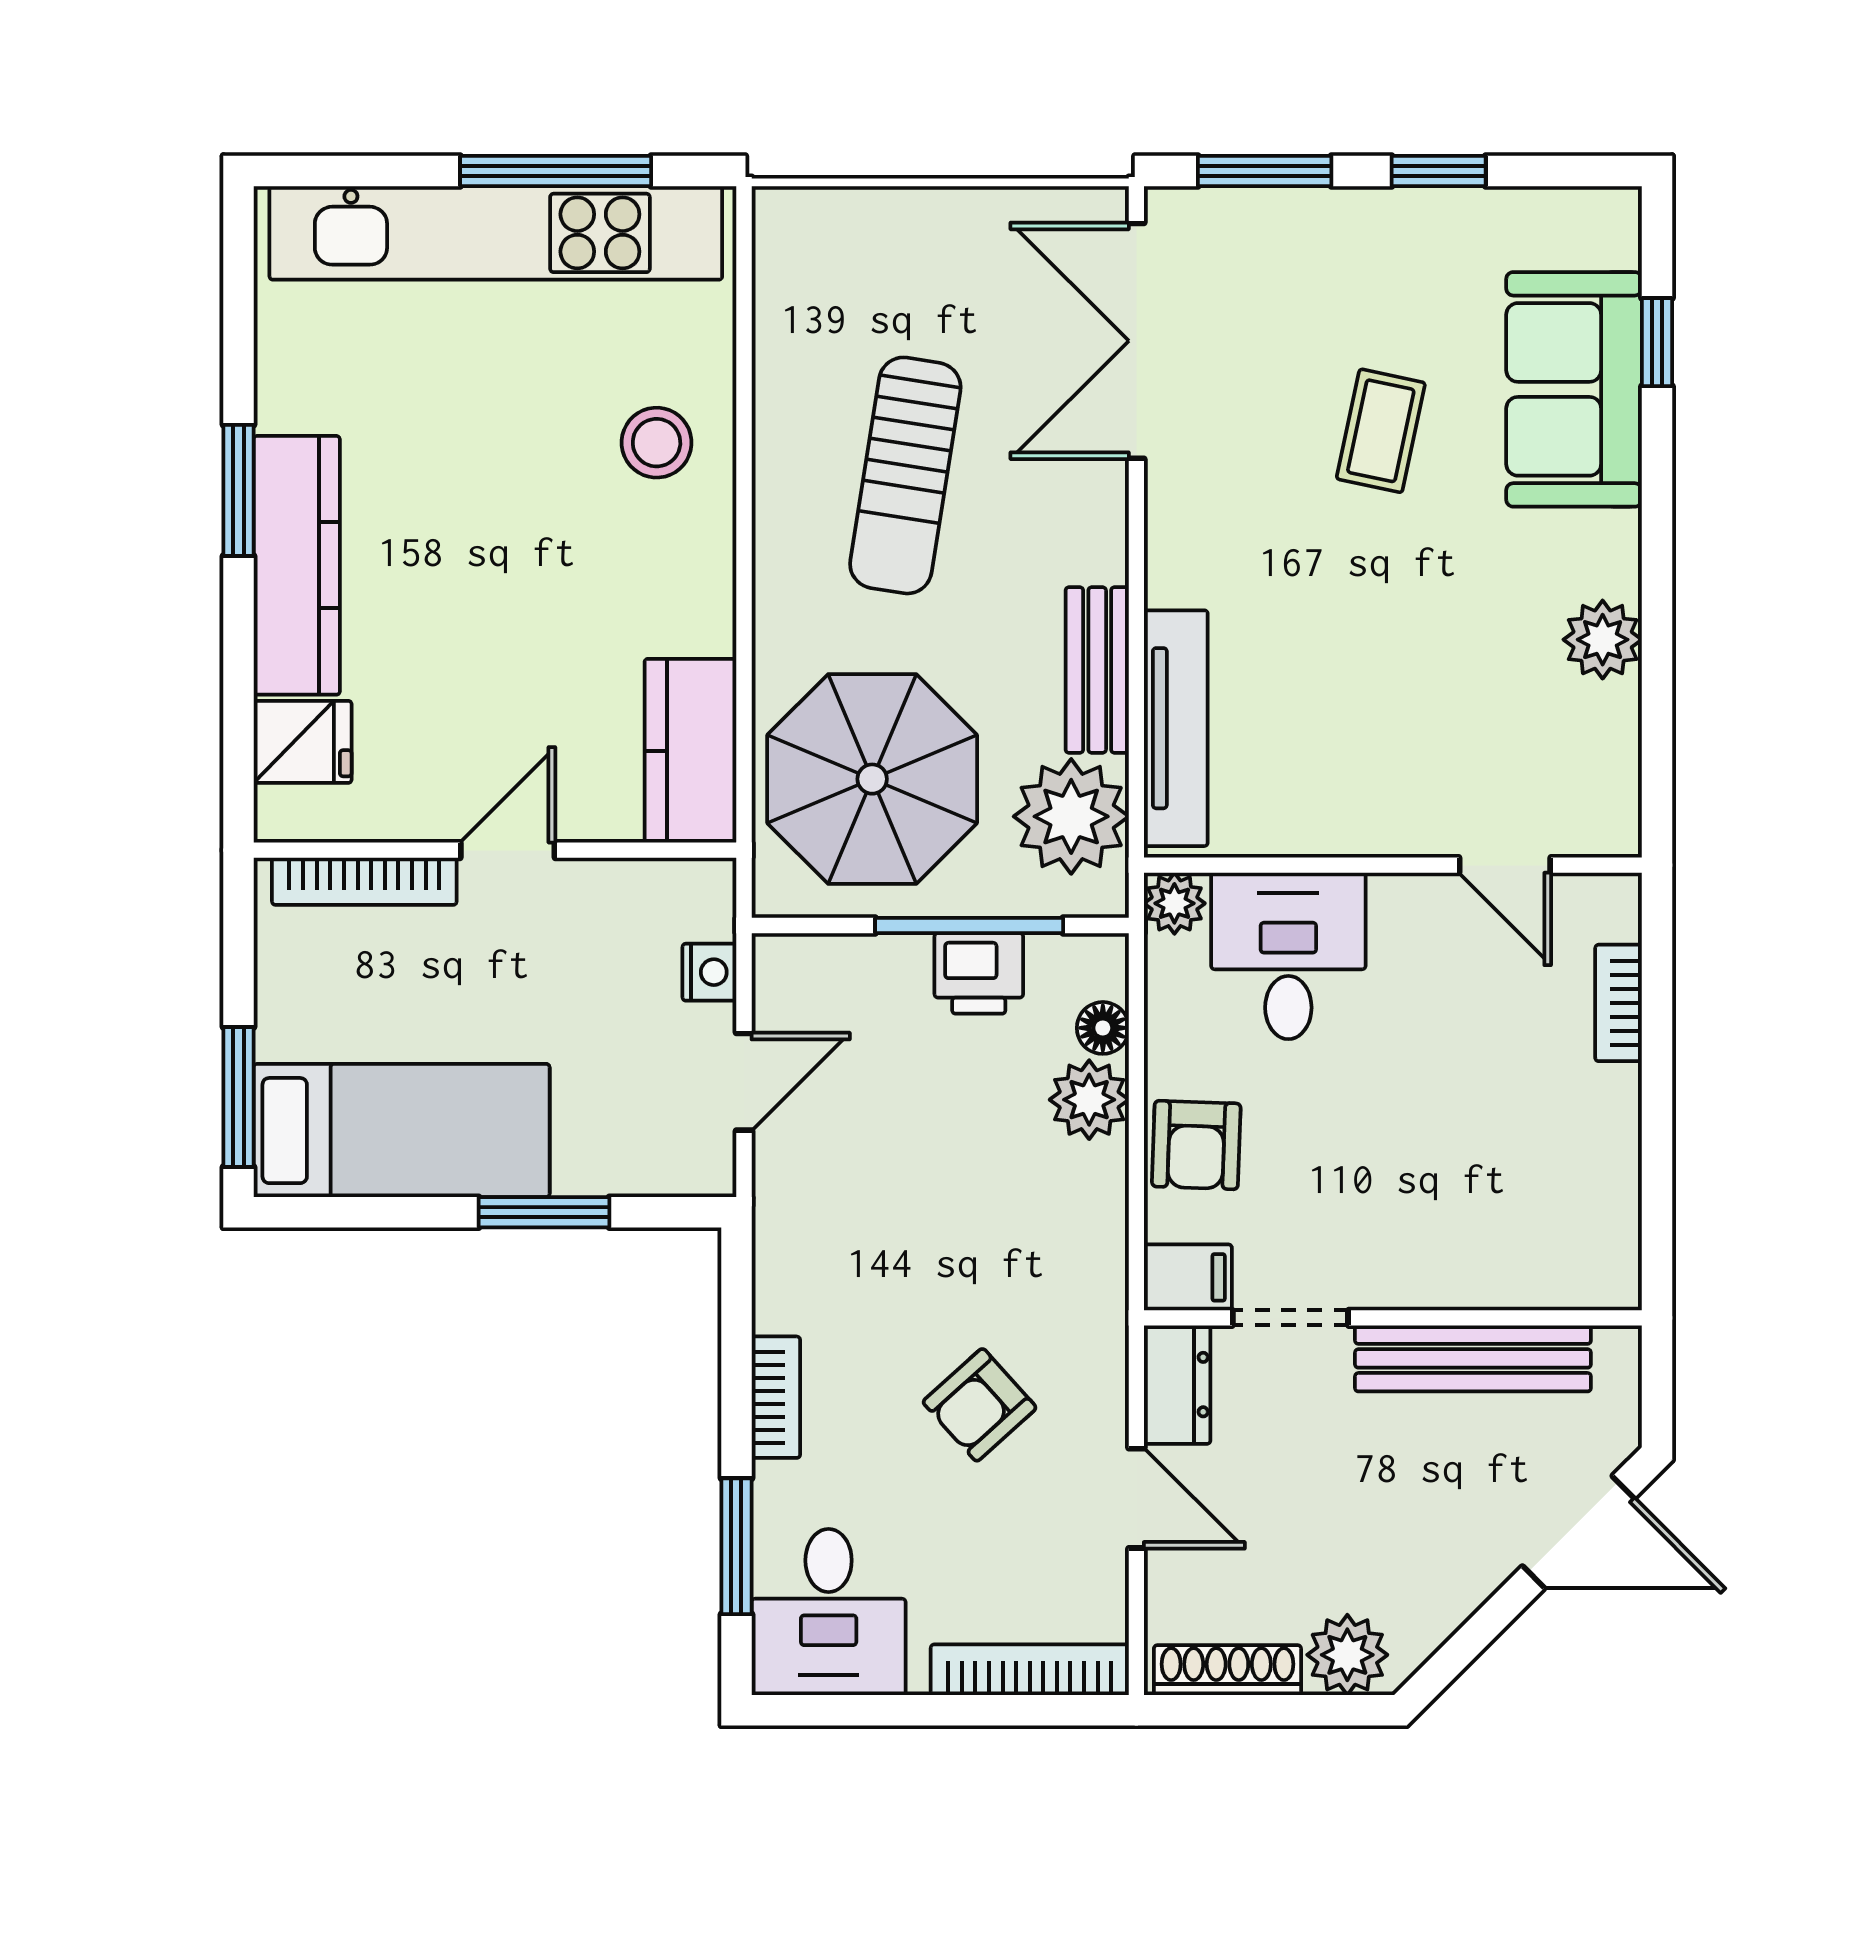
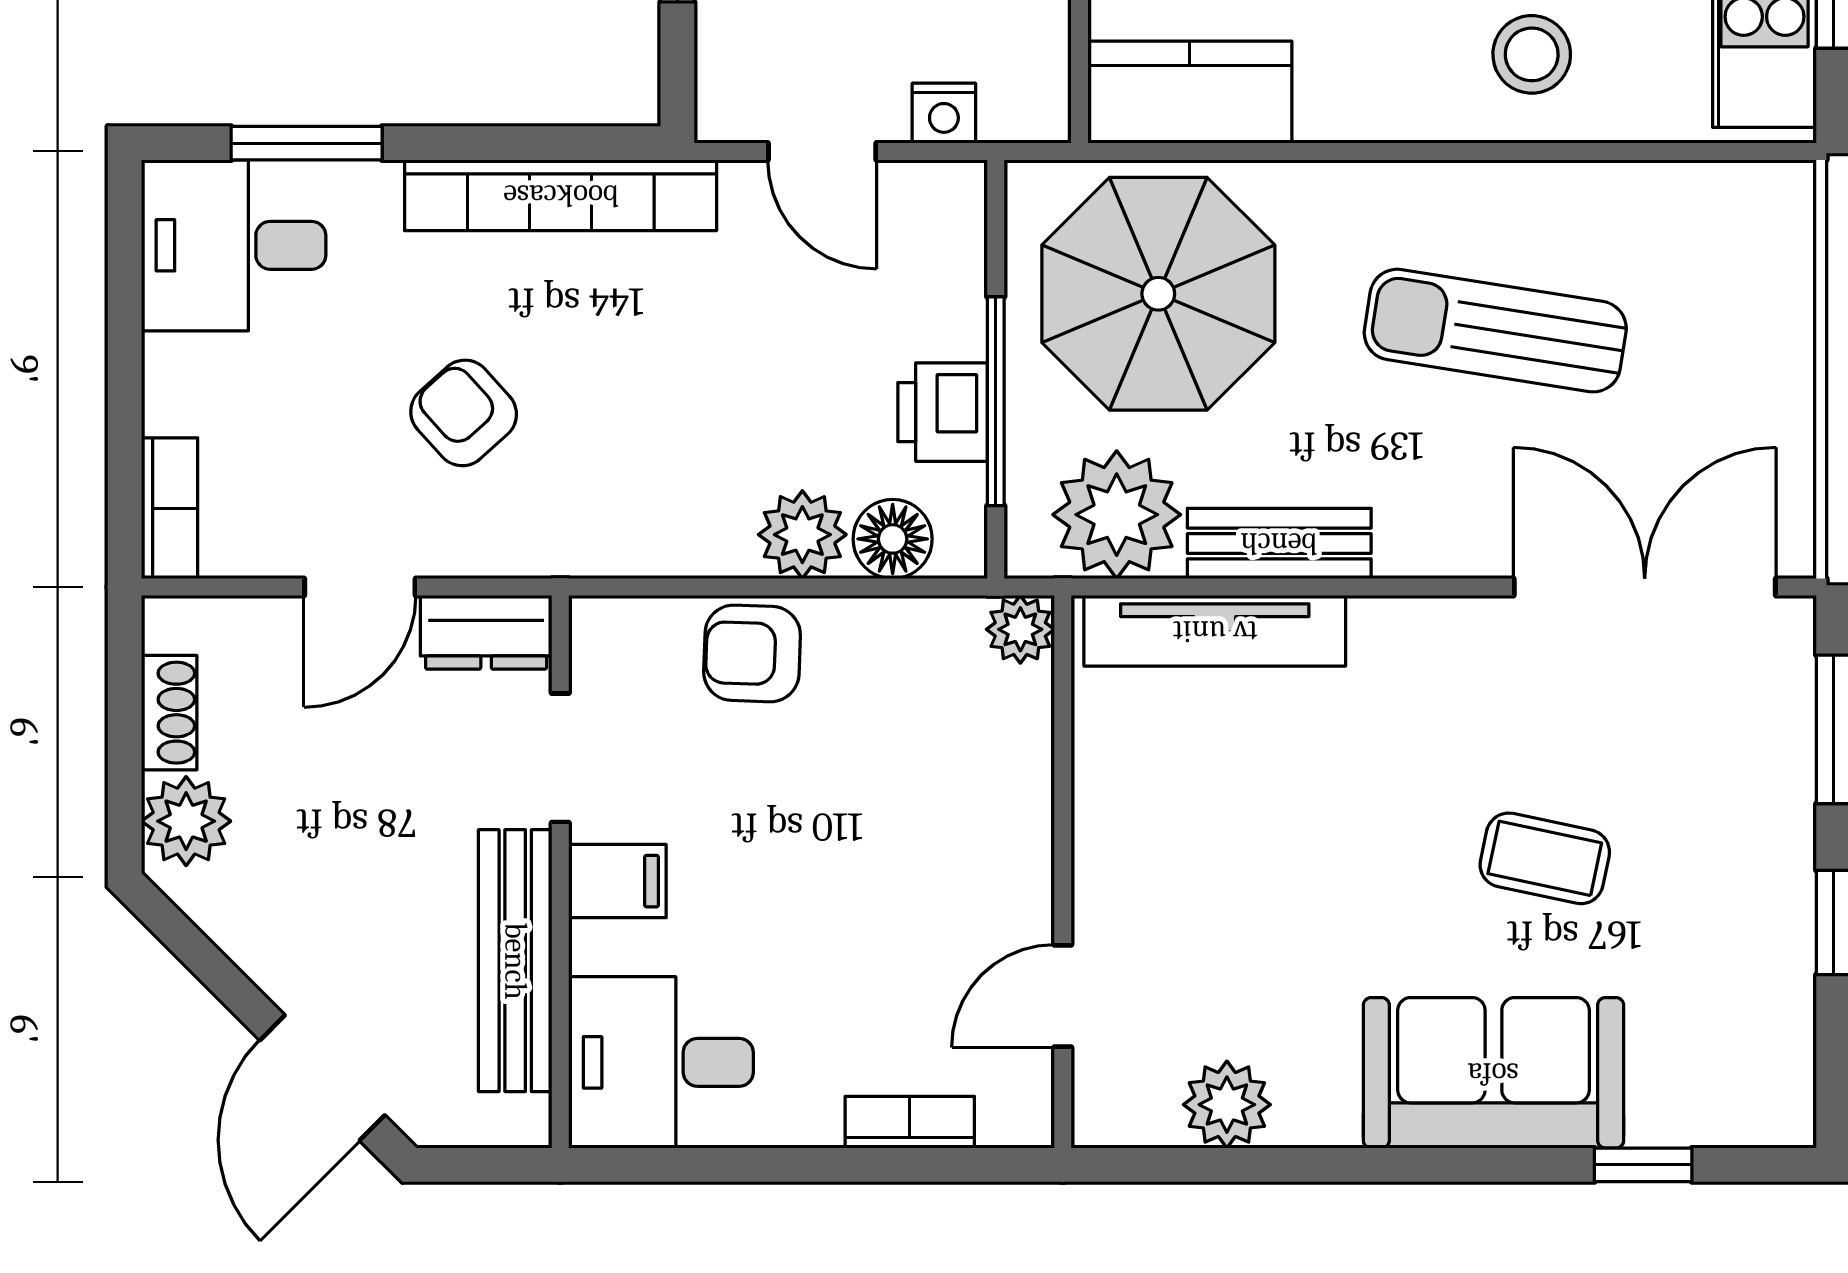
sofa: (1574, 389) -> (1493, 1073), moved
plant: (1603, 640) -> (1227, 1105), moved
desk: (1288, 956) -> (661, 1062), moved, turned 180
floor lamp: (1103, 1028) -> (893, 539), width x1.37, depth x1.37
filing cabinet: (1188, 1277) -> (617, 881), moved, turned -90
bookcase: (776, 1397) -> (561, 195), width x2.31, depth x1.31
bookcase: (1030, 1670) -> (170, 508), width x0.64
shoe rack: (1227, 1670) -> (169, 713), width x0.70

